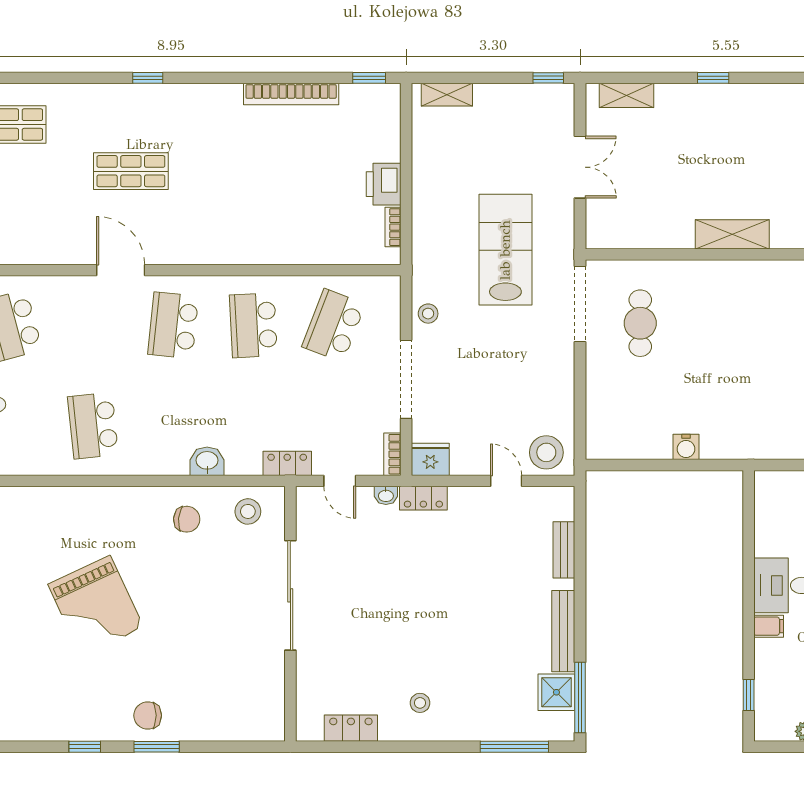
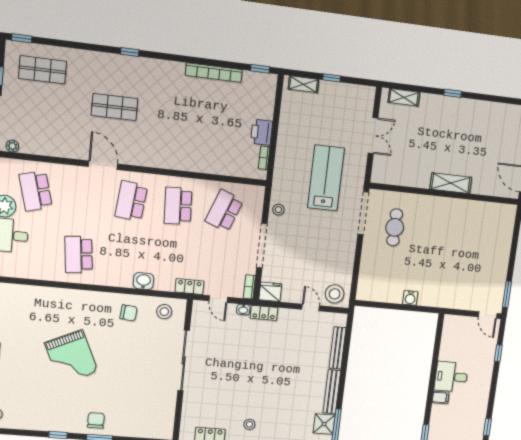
window: (548, 78) -> (332, 78), moved
bench: (564, 550) -> (338, 348), width x1.36
chair: (148, 715) -> (96, 420), turned 90

